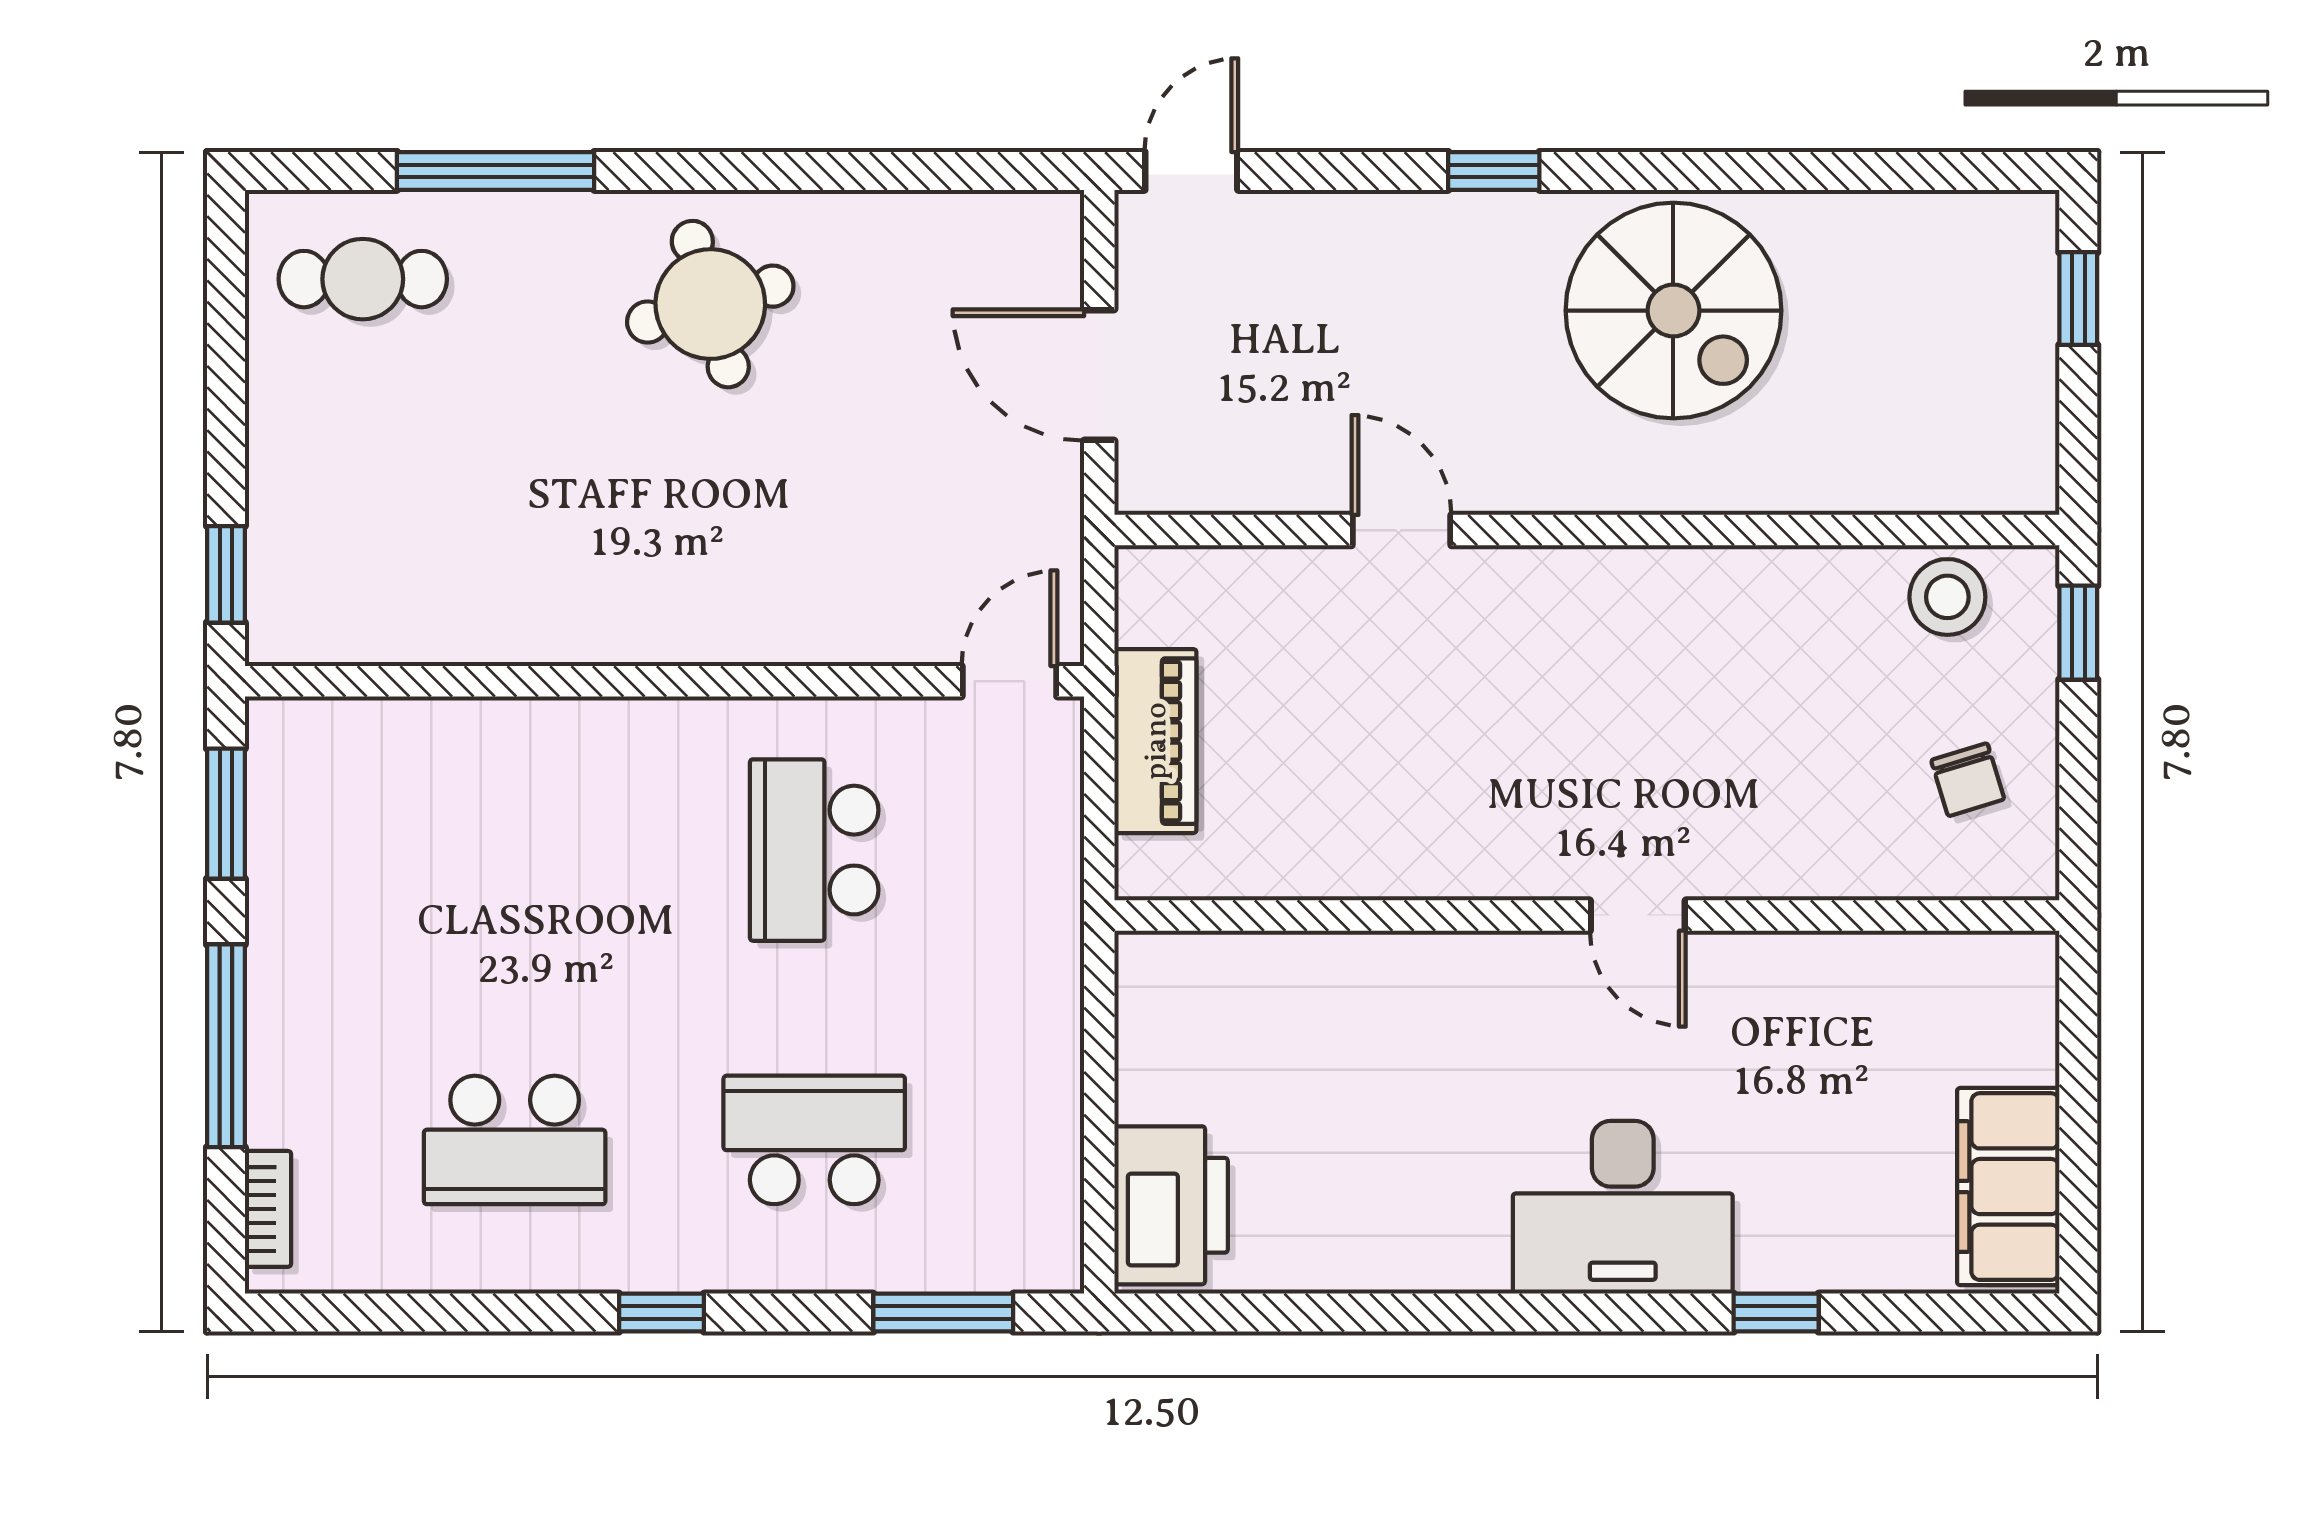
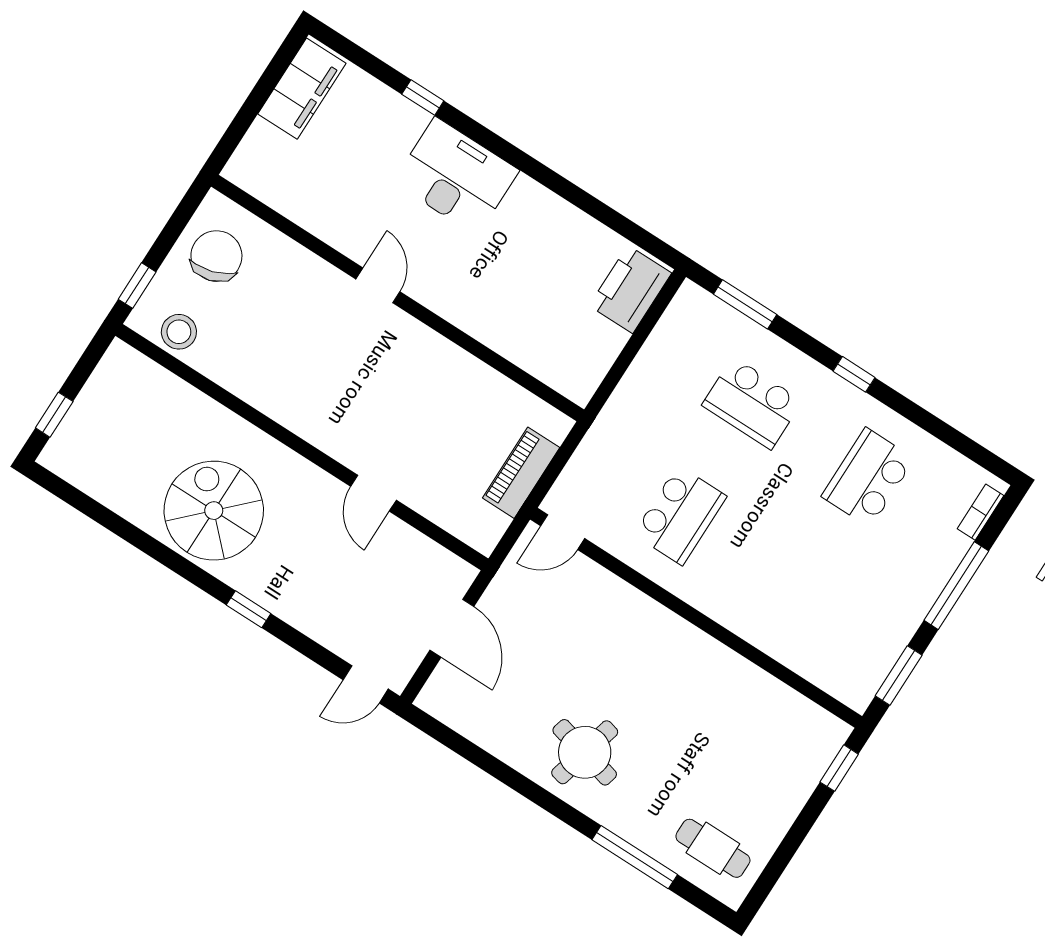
round table: (710, 304) -> (585, 752), turned 30
chair: (1968, 780) -> (216, 256), width x1.87, depth x1.87
school desk: (515, 1140) -> (868, 478), turned -90

